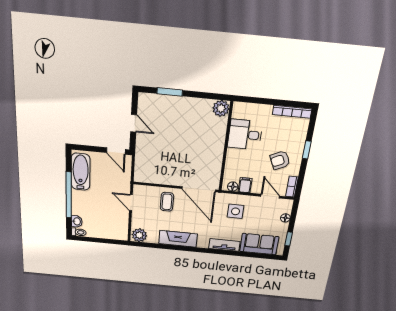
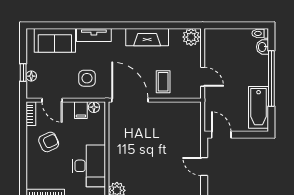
desk: (245, 135) -> (89, 166), width x1.37
window: (307, 150) -> (23, 156), removed
window: (289, 239) -> (23, 73), moved

